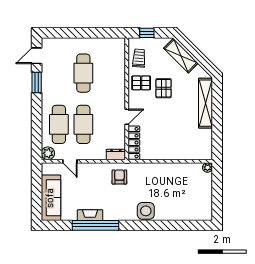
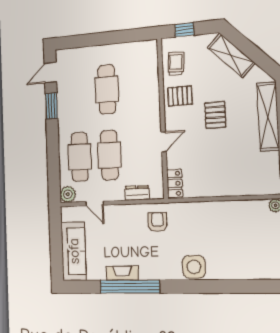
pallet: (164, 88) -> (215, 115), moved
locker: (134, 143) -> (175, 183), width x0.66
dresser: (116, 154) -> (137, 193), moved

